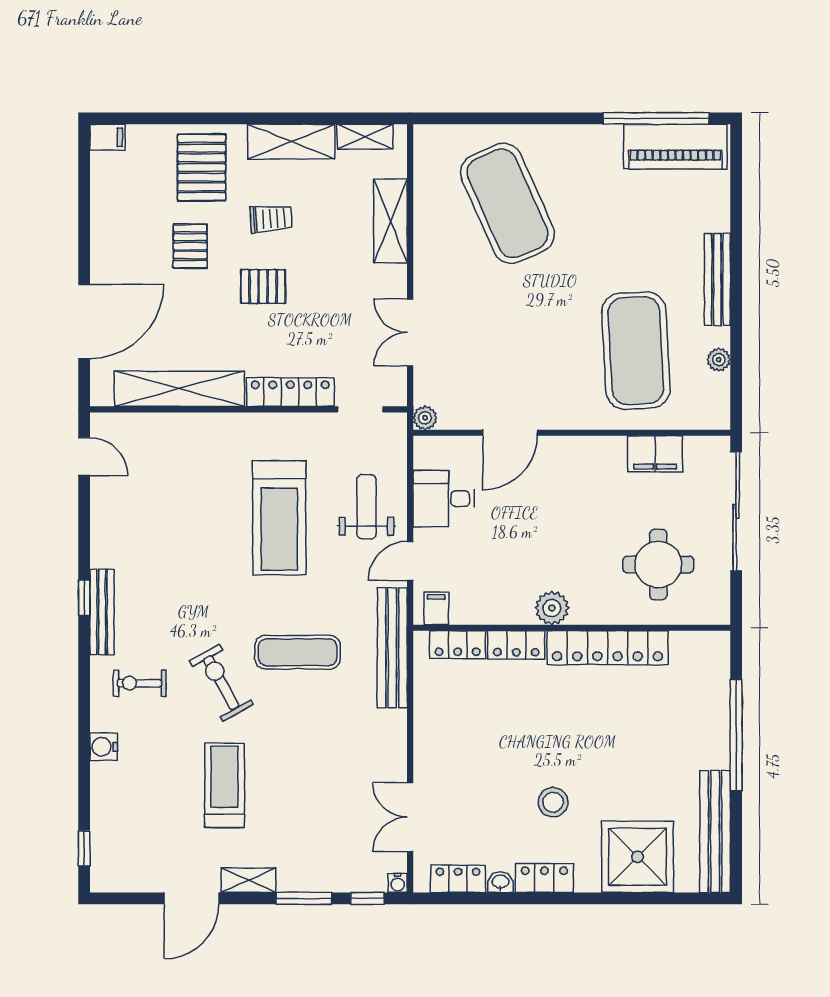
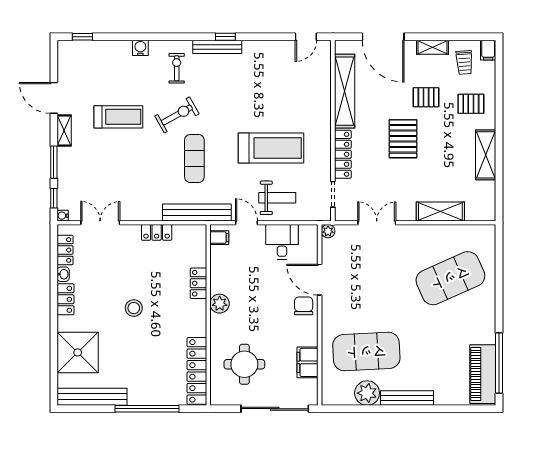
shelving: (365, 137) -> (432, 47), moved, turned 90
pallet: (202, 167) -> (471, 104), width x0.67, depth x0.71
trolley: (271, 219) -> (464, 62), moved
pallet: (263, 287) -> (403, 139), width x1.50, depth x1.42
plant: (719, 360) -> (367, 393), width x1.88, depth x1.88
chair: (556, 461) -> (304, 306), added
treadmill: (279, 518) -> (271, 148), turned 180
locker: (458, 645) -> (157, 232), moved, turned -90
locker: (607, 648) -> (197, 371), moved
stool: (553, 802) -> (134, 308), moved

